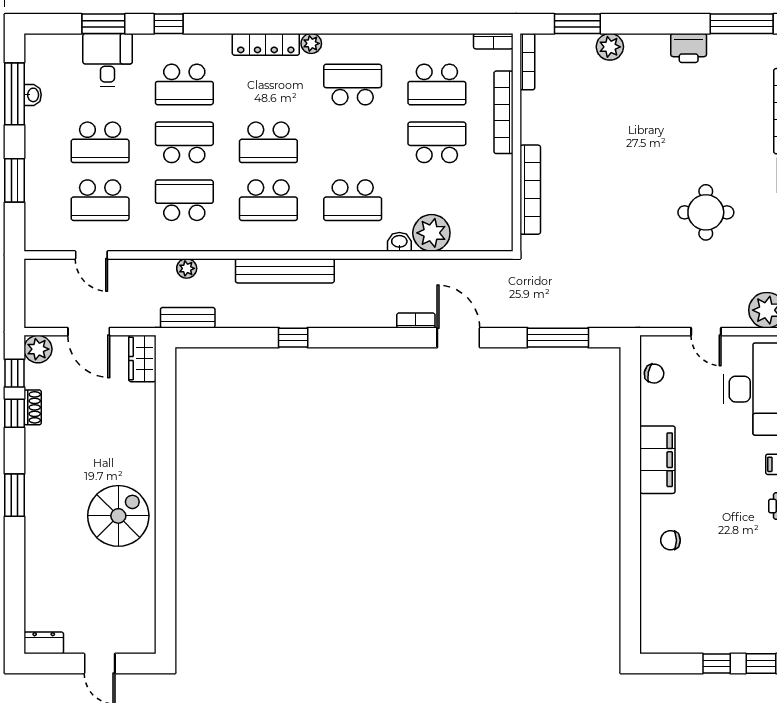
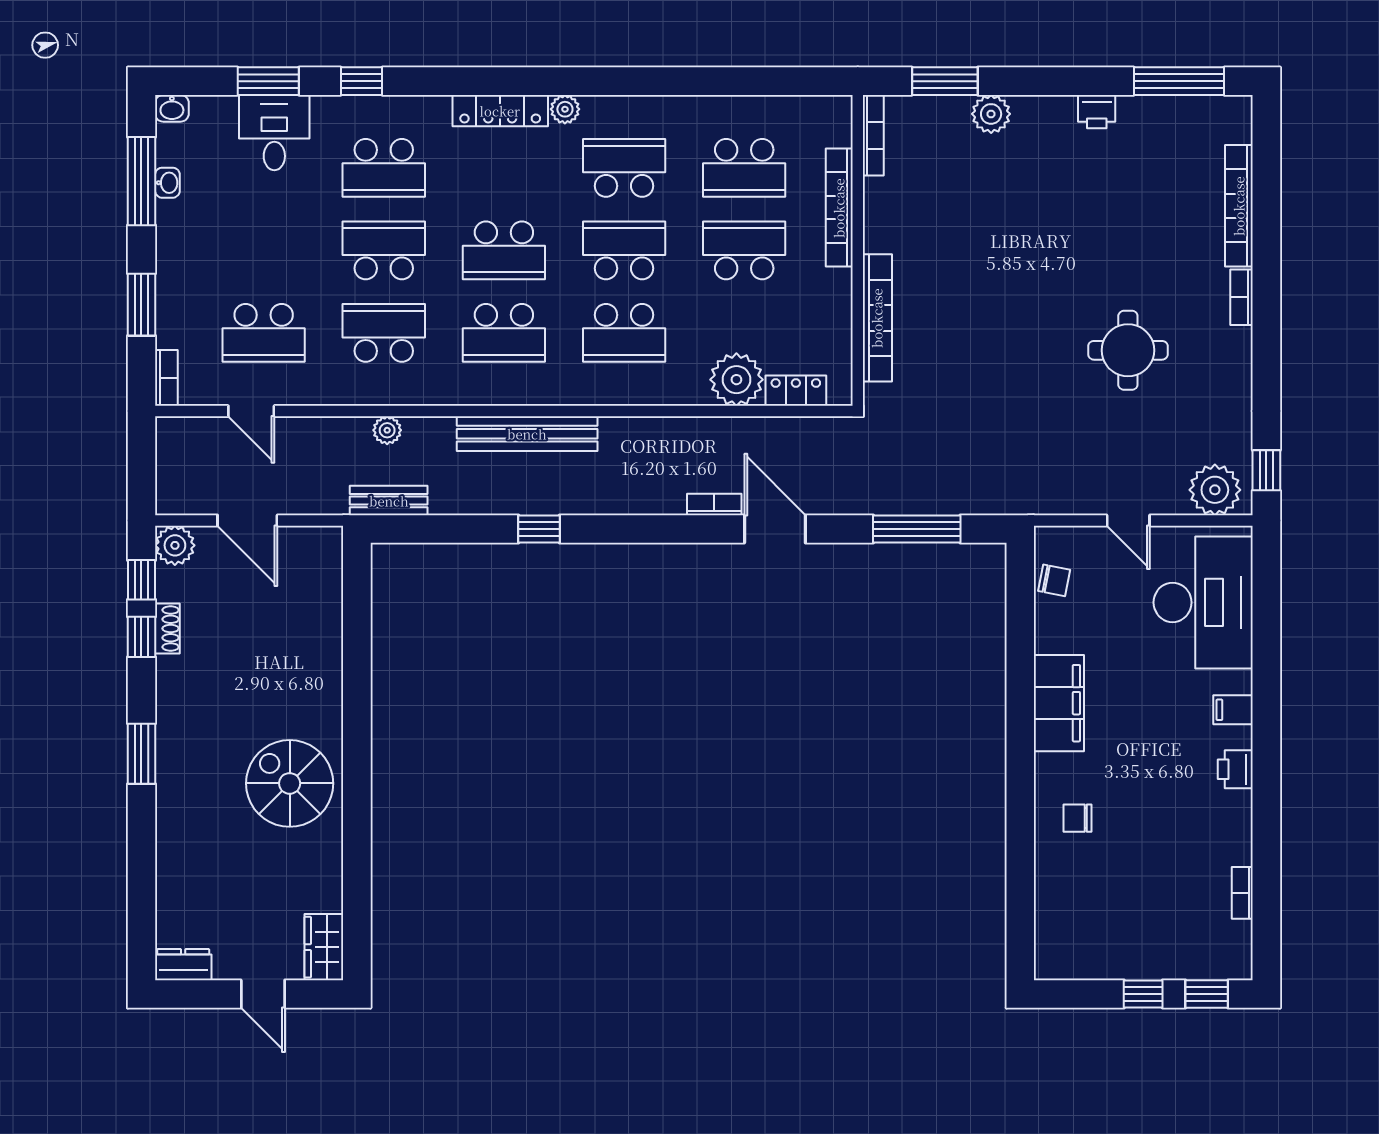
bookcase: (493, 41) -> (166, 378), moved, turned -90
printer: (689, 48) -> (1097, 112), width x0.73, depth x0.81
school desk: (100, 142) -> (624, 250), moved, turned 180
locker: (473, 241) -> (796, 391), added
washbasin: (399, 242) -> (172, 108), moved, turned 180
wardrobe: (142, 359) -> (324, 947), moved
spiral stairs: (118, 516) -> (290, 783), turned -90

